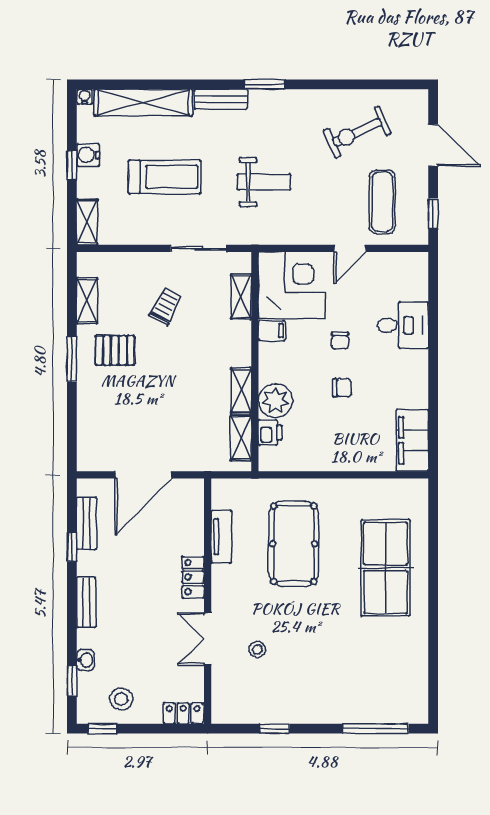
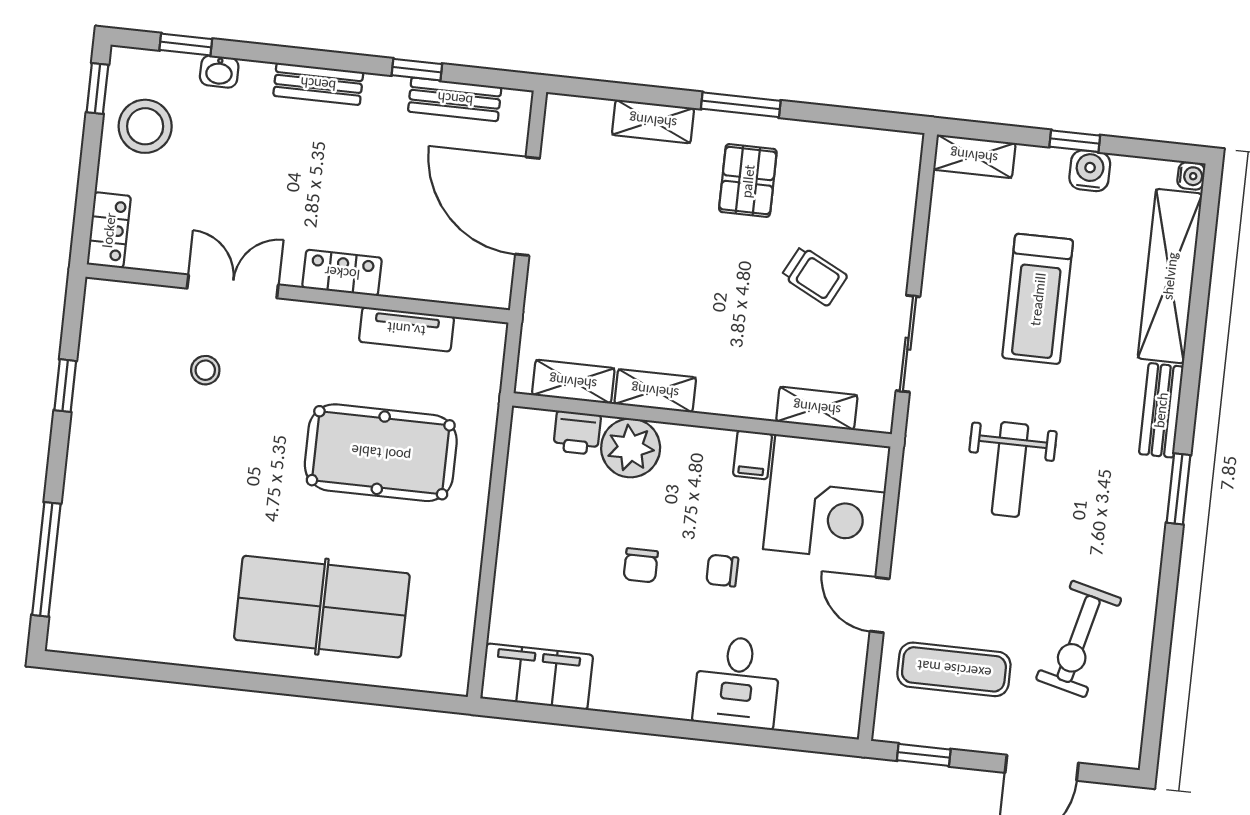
exercise bike: (357, 132) -> (1079, 639), turned -142
shelving: (87, 301) -> (653, 121), moved
stool: (121, 699) -> (145, 126), width x1.38, depth x1.38

